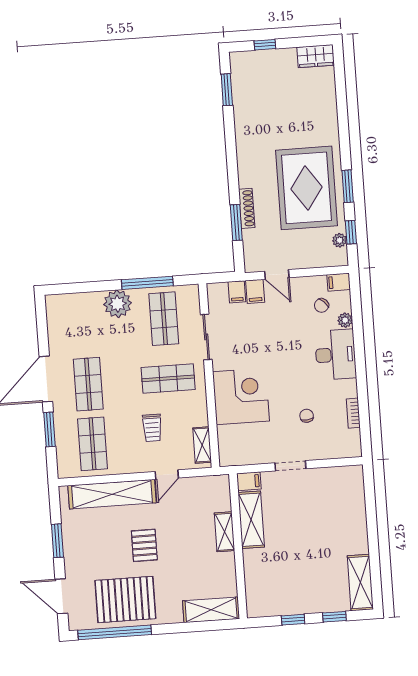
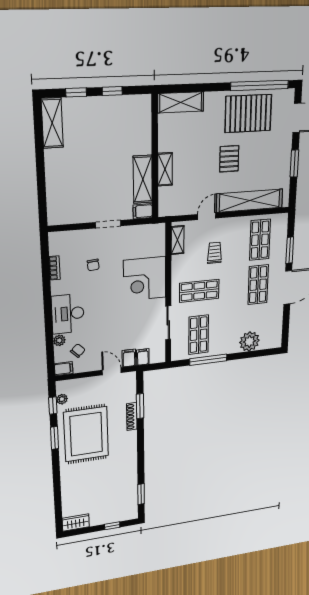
plant: (118, 304) -> (249, 341), moved

